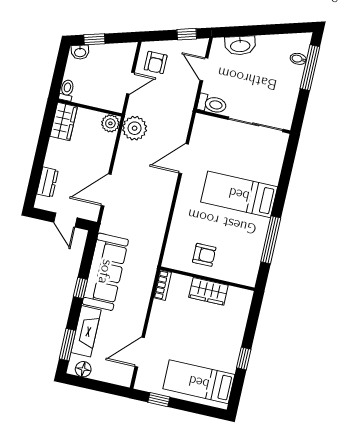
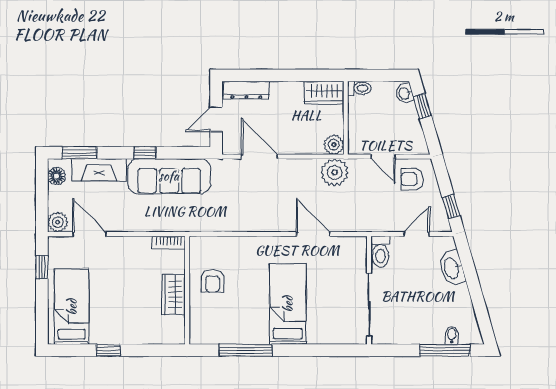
dresser: (47, 182) -> (246, 90), width x1.44
plant: (123, 377) -> (58, 222), added

